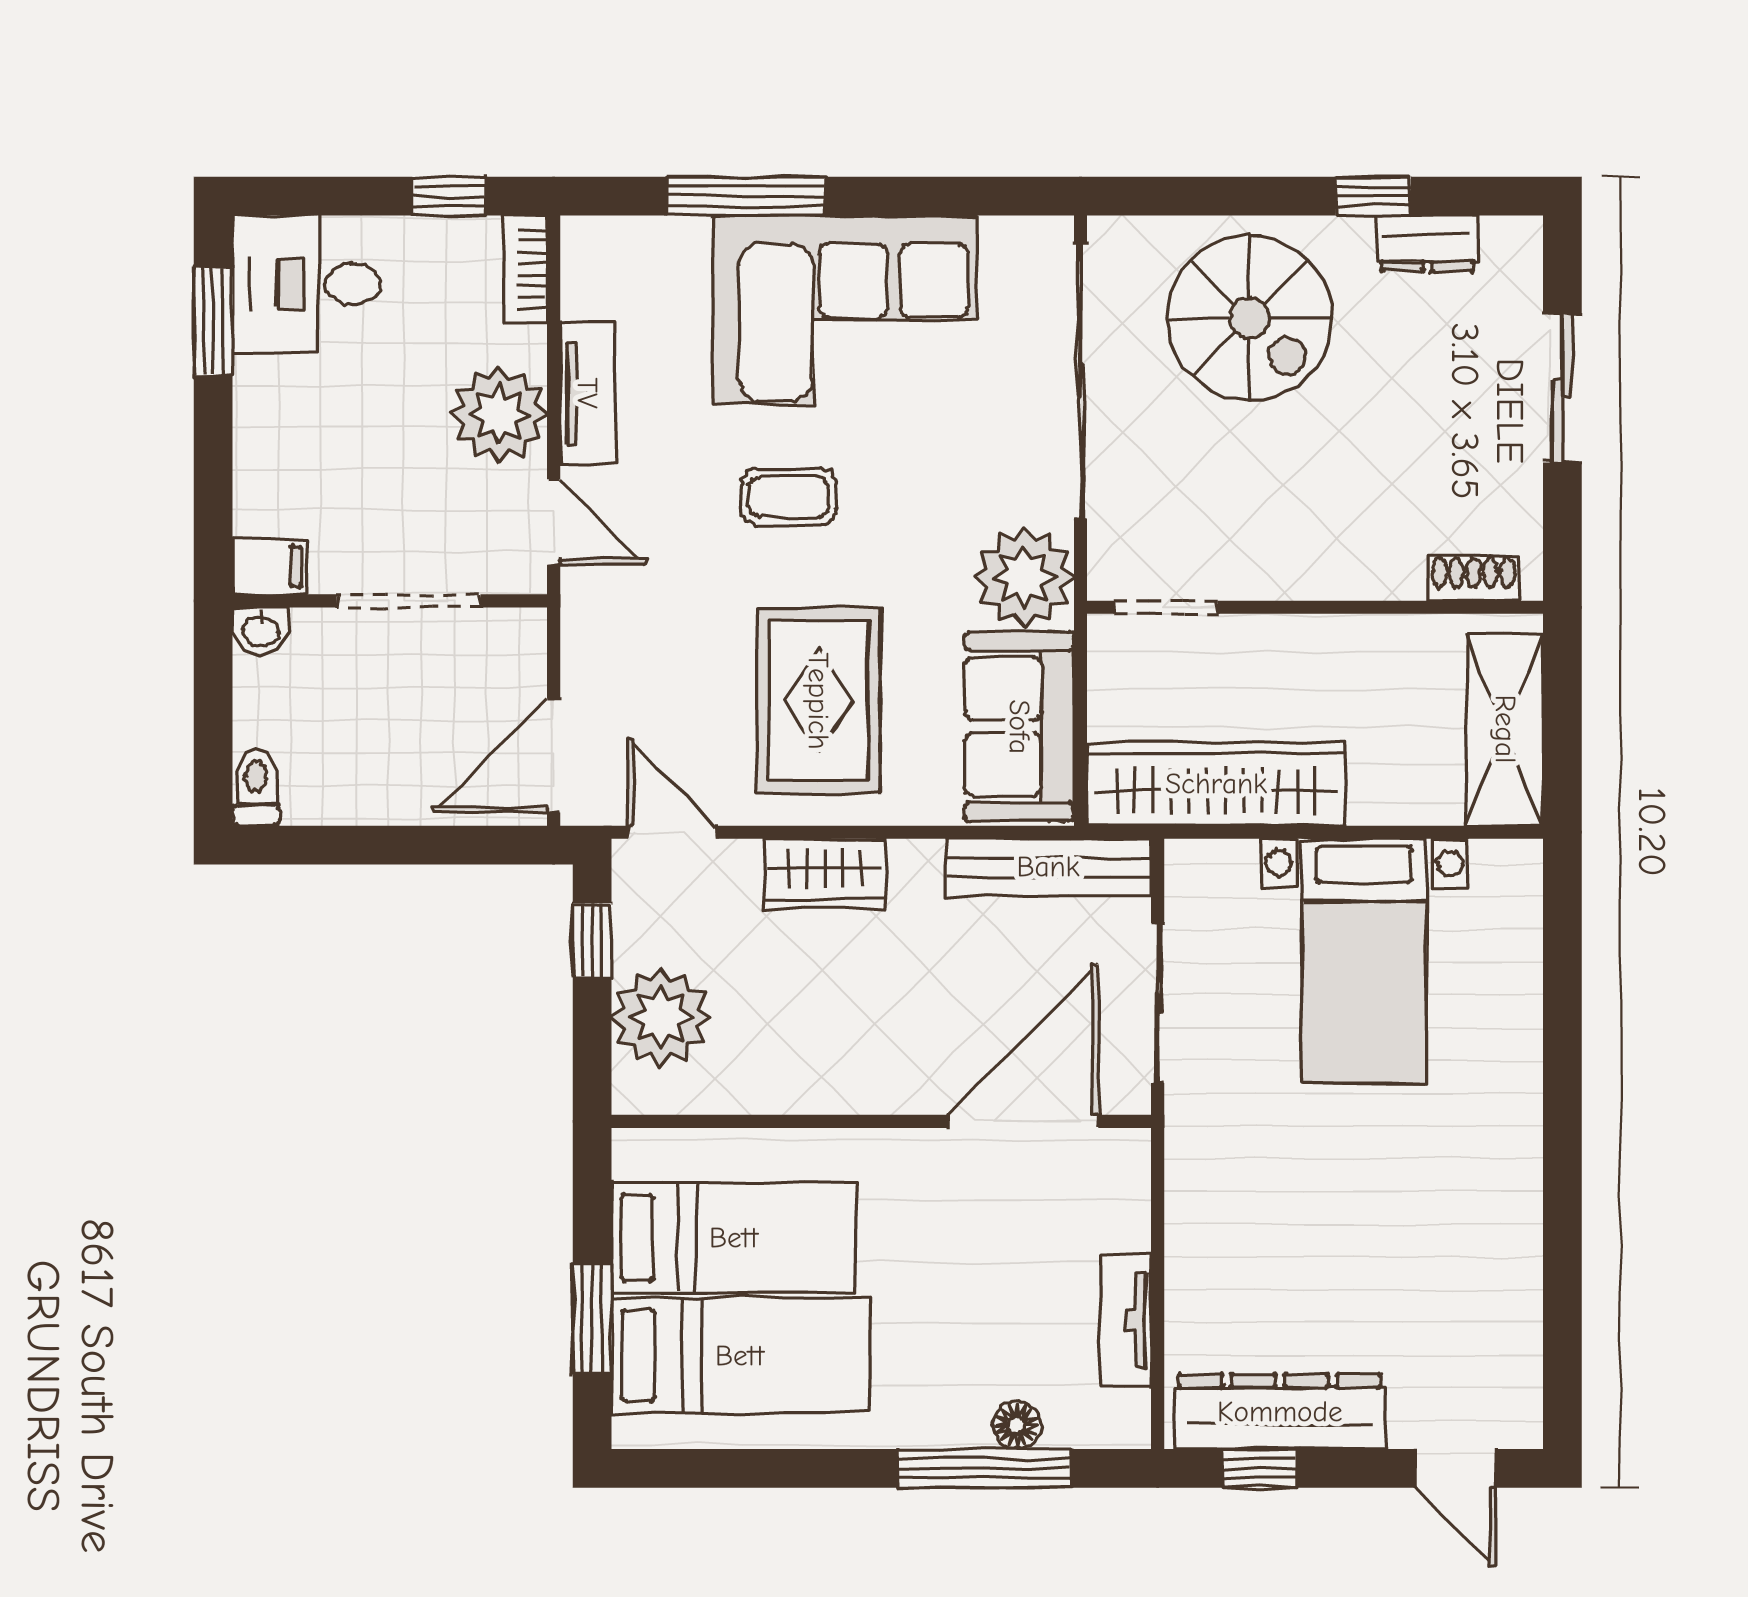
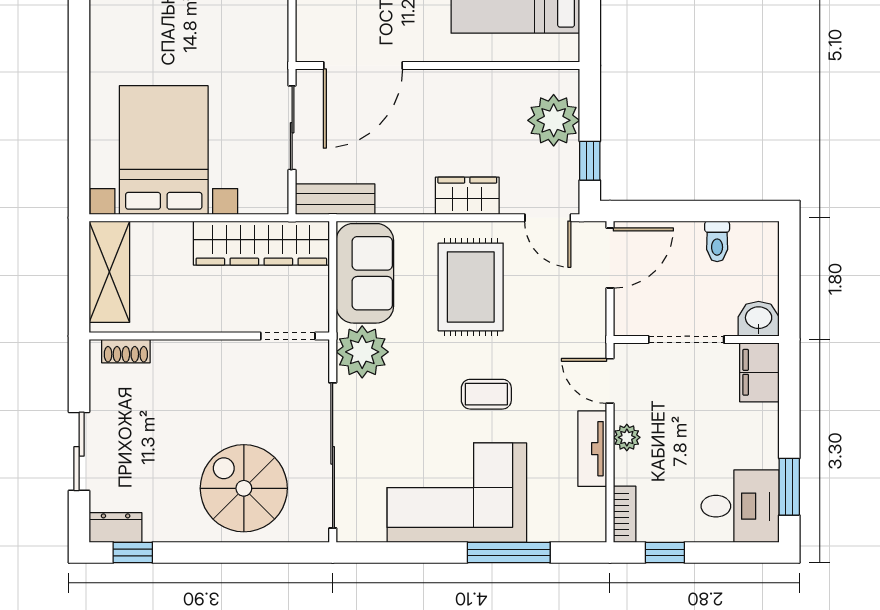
window: (1373, 196) -> (133, 552), moved
dresser: (1427, 244) -> (116, 527), moved
plant: (499, 415) -> (627, 437), width x0.53, depth x0.53
filing cabinet: (270, 566) -> (759, 372), width x2.00
washbasin: (261, 630) -> (759, 319), width x1.38, depth x1.45
toilet: (256, 787) -> (717, 241), moved
bench: (1048, 867) -> (335, 199), width x0.73
bed with nightstands: (1364, 961) -> (164, 150), width x1.36

